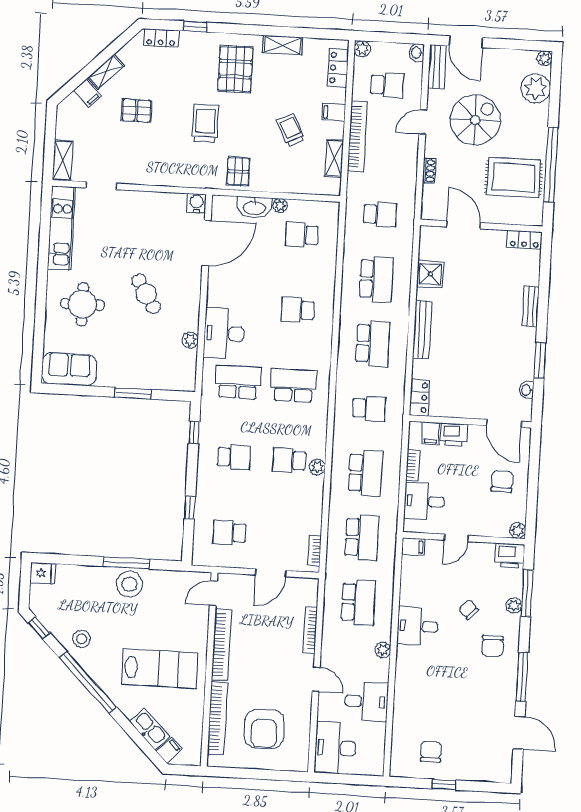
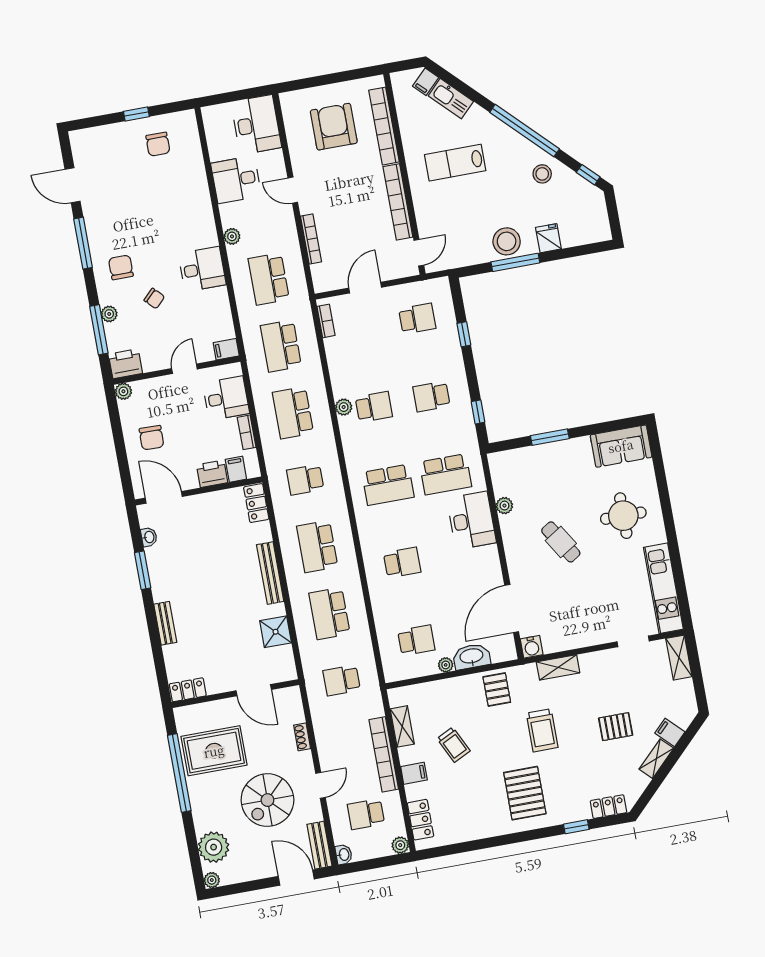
shelving: (282, 45) -> (558, 667), moved
fridge: (43, 573) -> (548, 238), moved, turned 90
lab bench: (160, 669) -> (455, 163), width x0.73, depth x0.72

